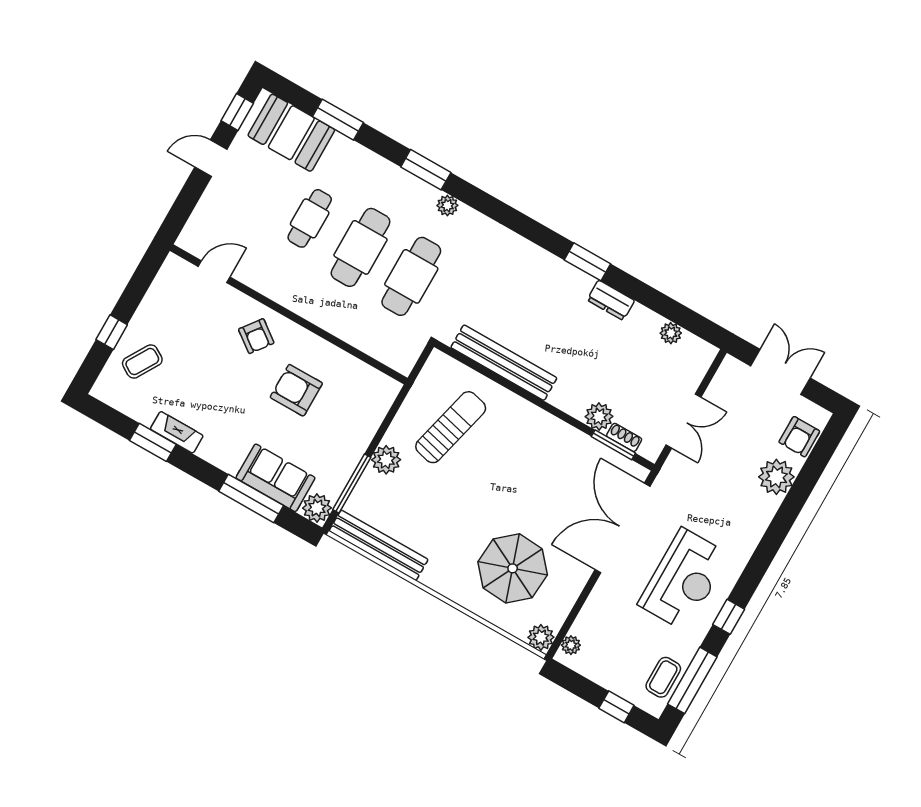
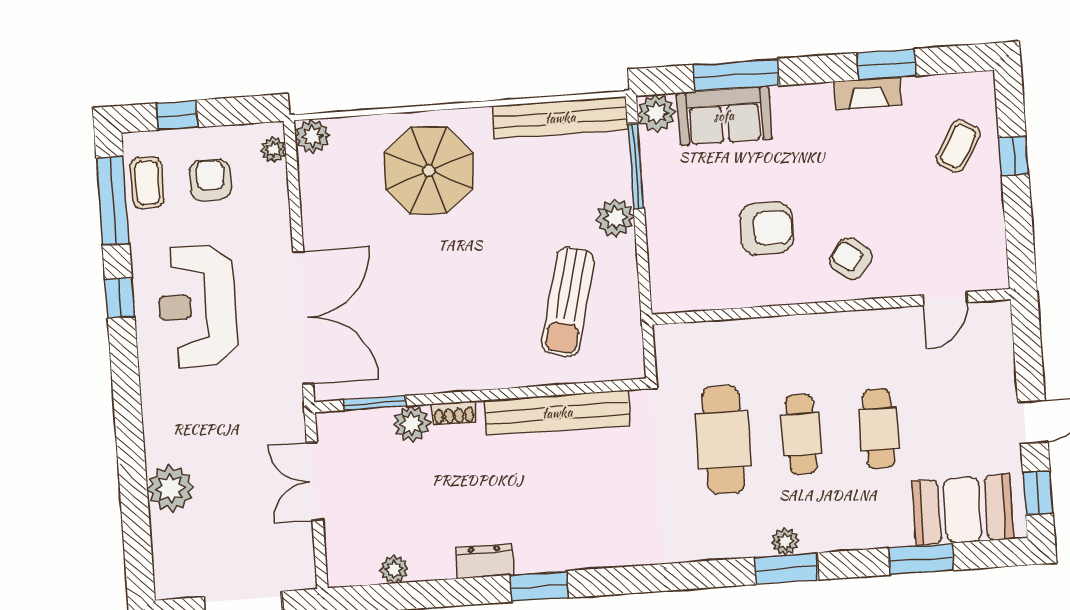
plant: (447, 205) -> (785, 541), moved
cafe table: (360, 247) -> (801, 434), width x0.73, depth x0.74
shoe rack: (624, 437) -> (454, 413), moved
armchair: (799, 437) -> (210, 180), moved
parasol: (513, 568) -> (429, 170), moved

